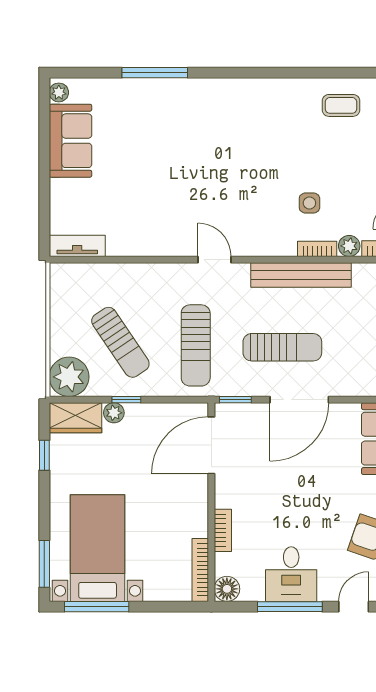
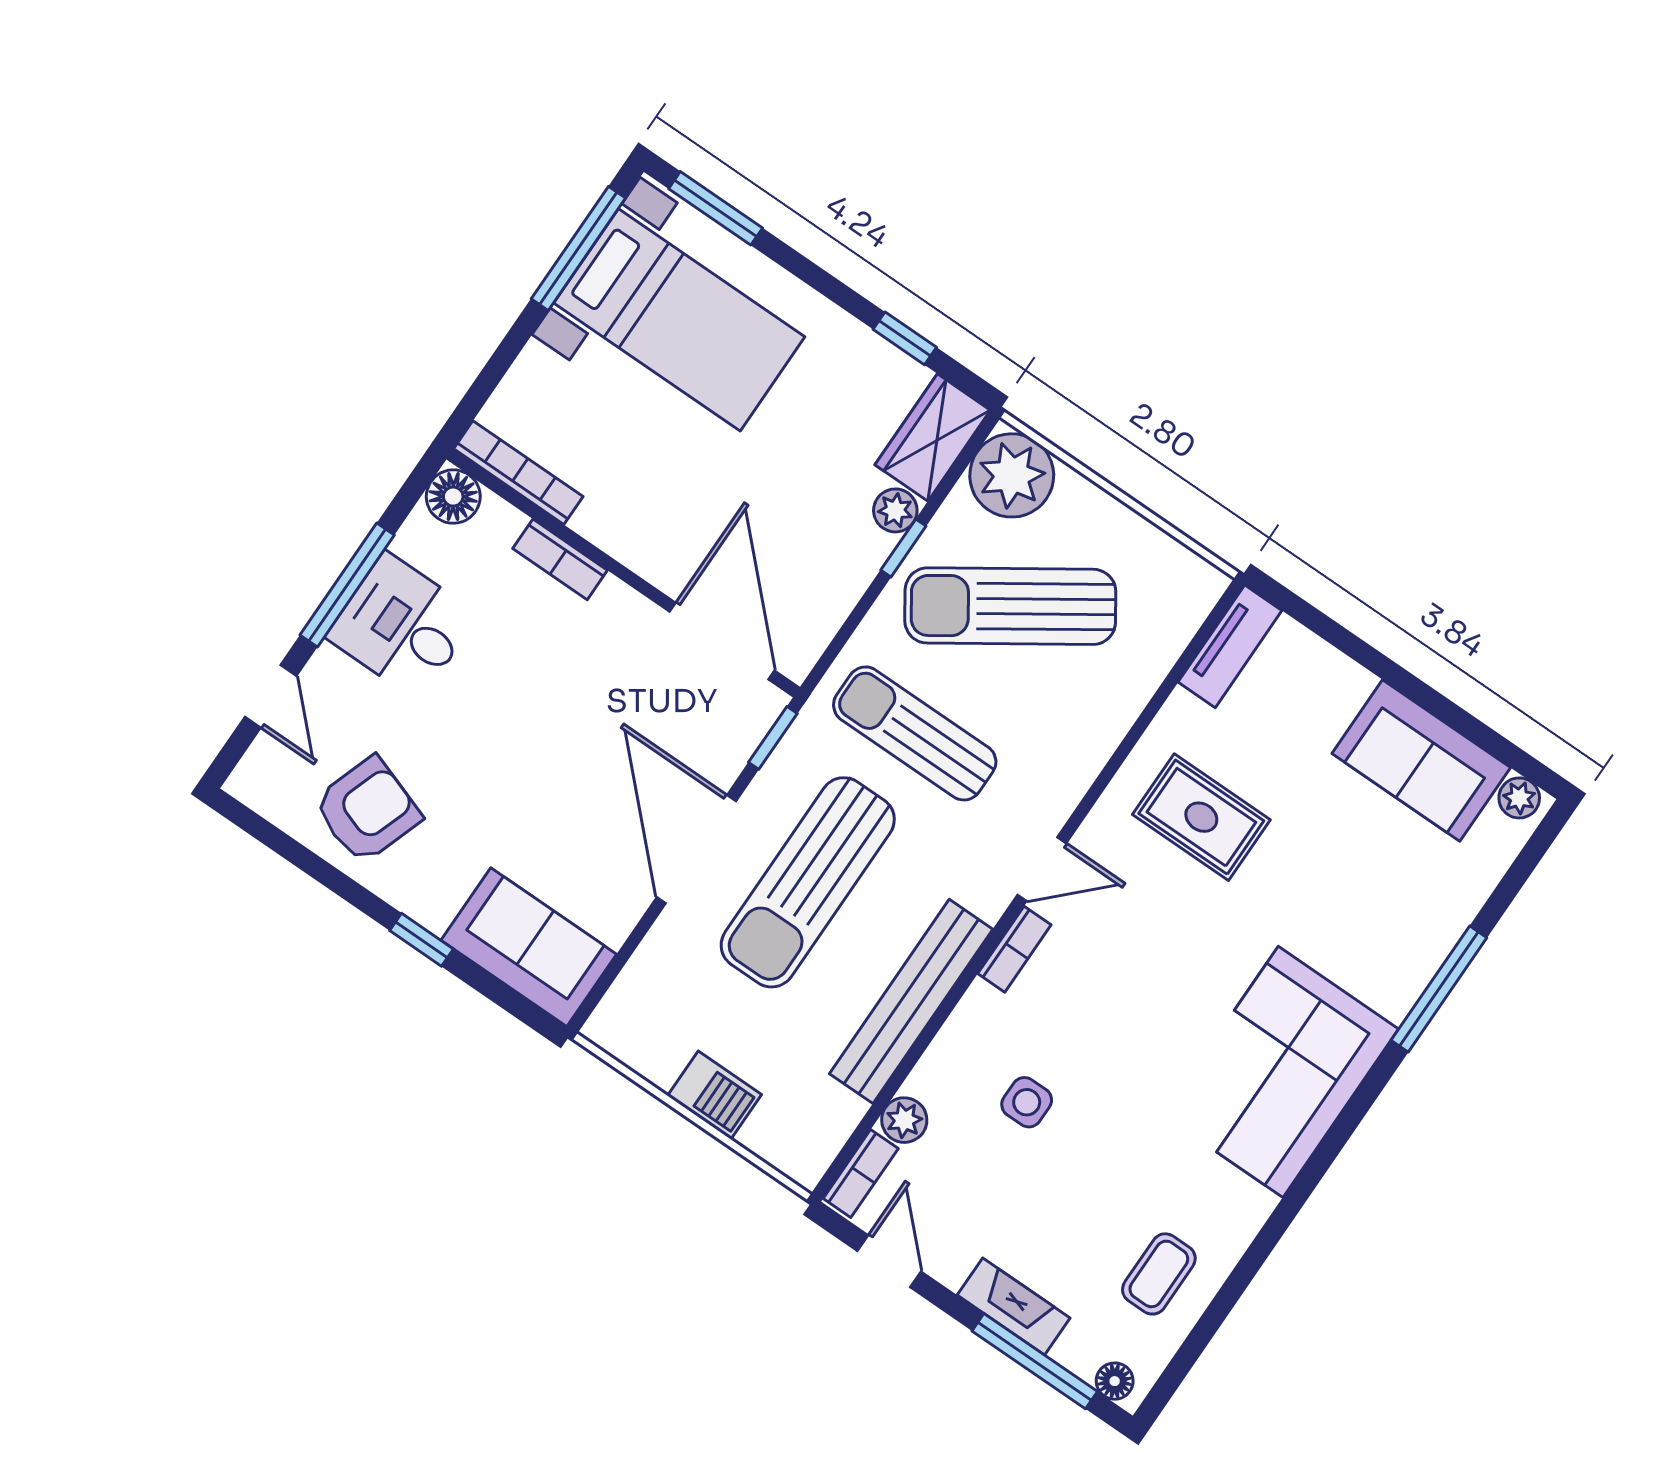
corner sofa: (230, 112) -> (1281, 1072), added
rug: (151, 211) -> (1201, 817), added
bookcase: (317, 249) -> (1014, 949), moved
sun lounger: (120, 342) -> (1010, 606), width x1.36, depth x1.34
sun lounger: (282, 347) -> (808, 882), width x1.36, depth x1.34

